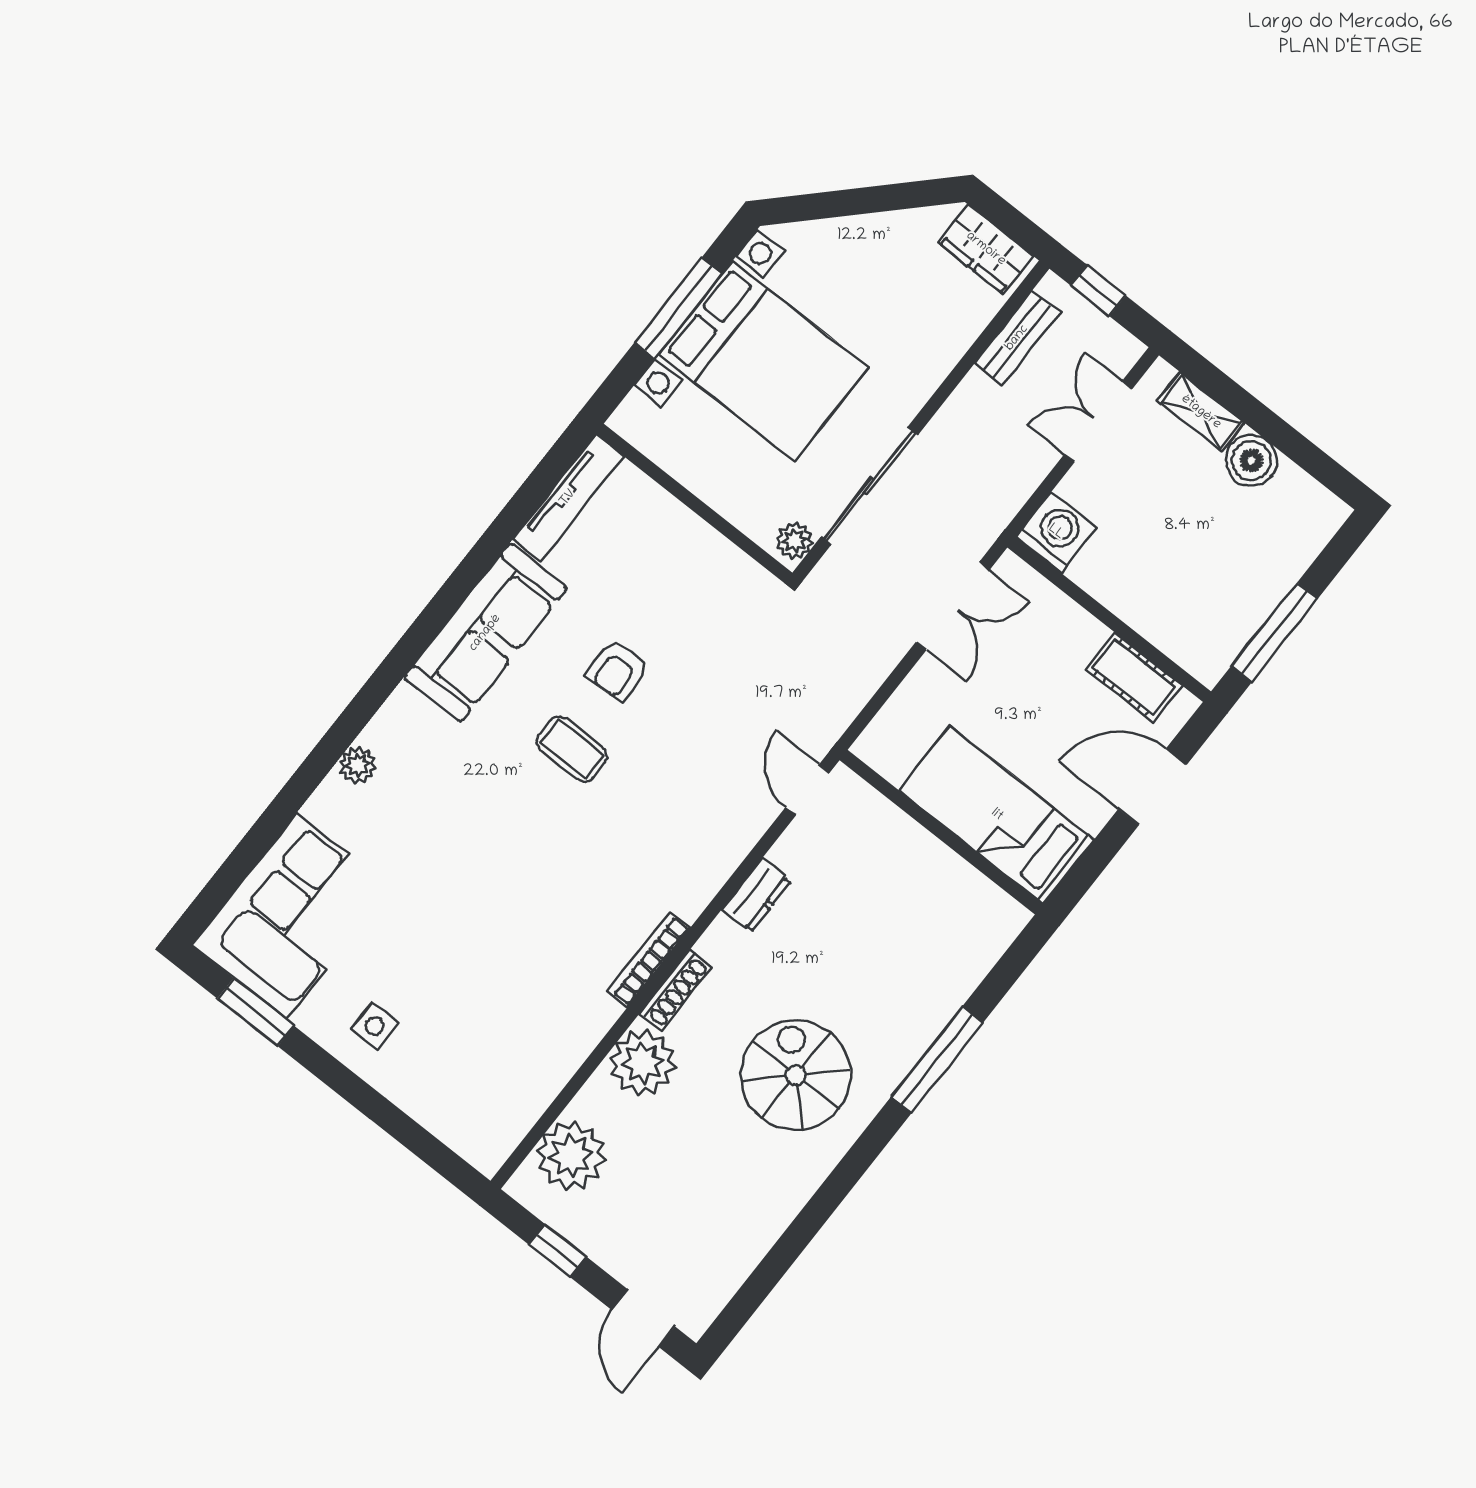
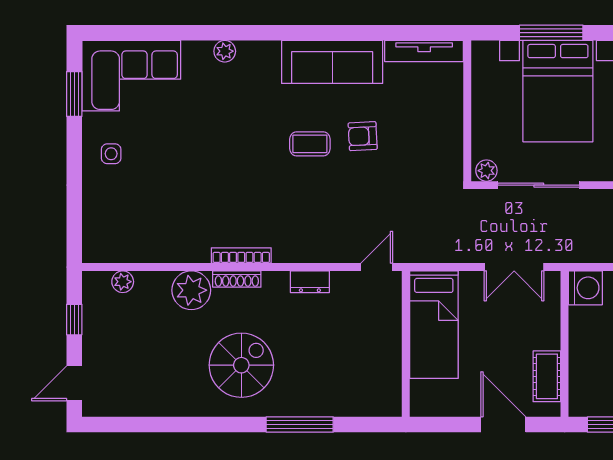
coffee table: (572, 749) -> (310, 144), turned 90
bed: (997, 815) -> (434, 325), moved, turned 180
plant: (571, 1156) -> (123, 282), width x0.53, depth x0.53

